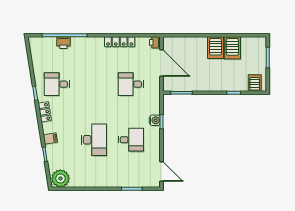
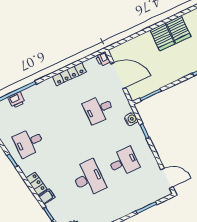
locker: (45, 112) -> (36, 184), moved
water cooler: (155, 120) -> (131, 119), moved

